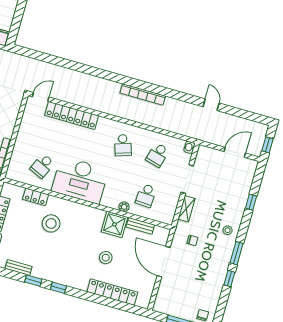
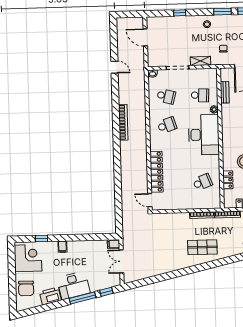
door: (211, 105) -> (115, 67), swing flipped
window: (267, 145) -> (132, 14), removed
school desk: (42, 166) -> (202, 182), turned -45
desk: (80, 180) -> (204, 135), moved
shower: (114, 224) -> (230, 113), removed

